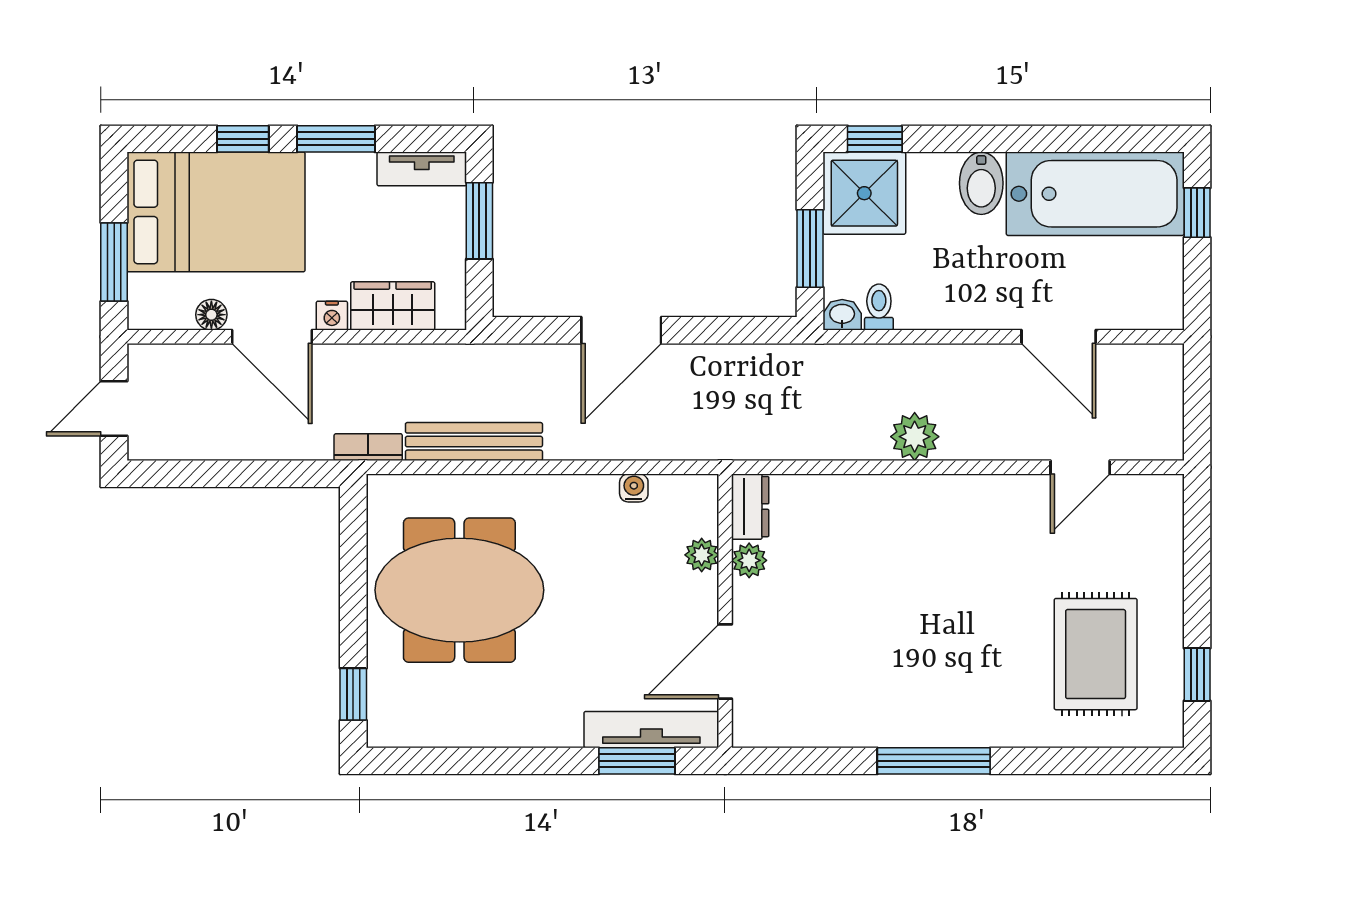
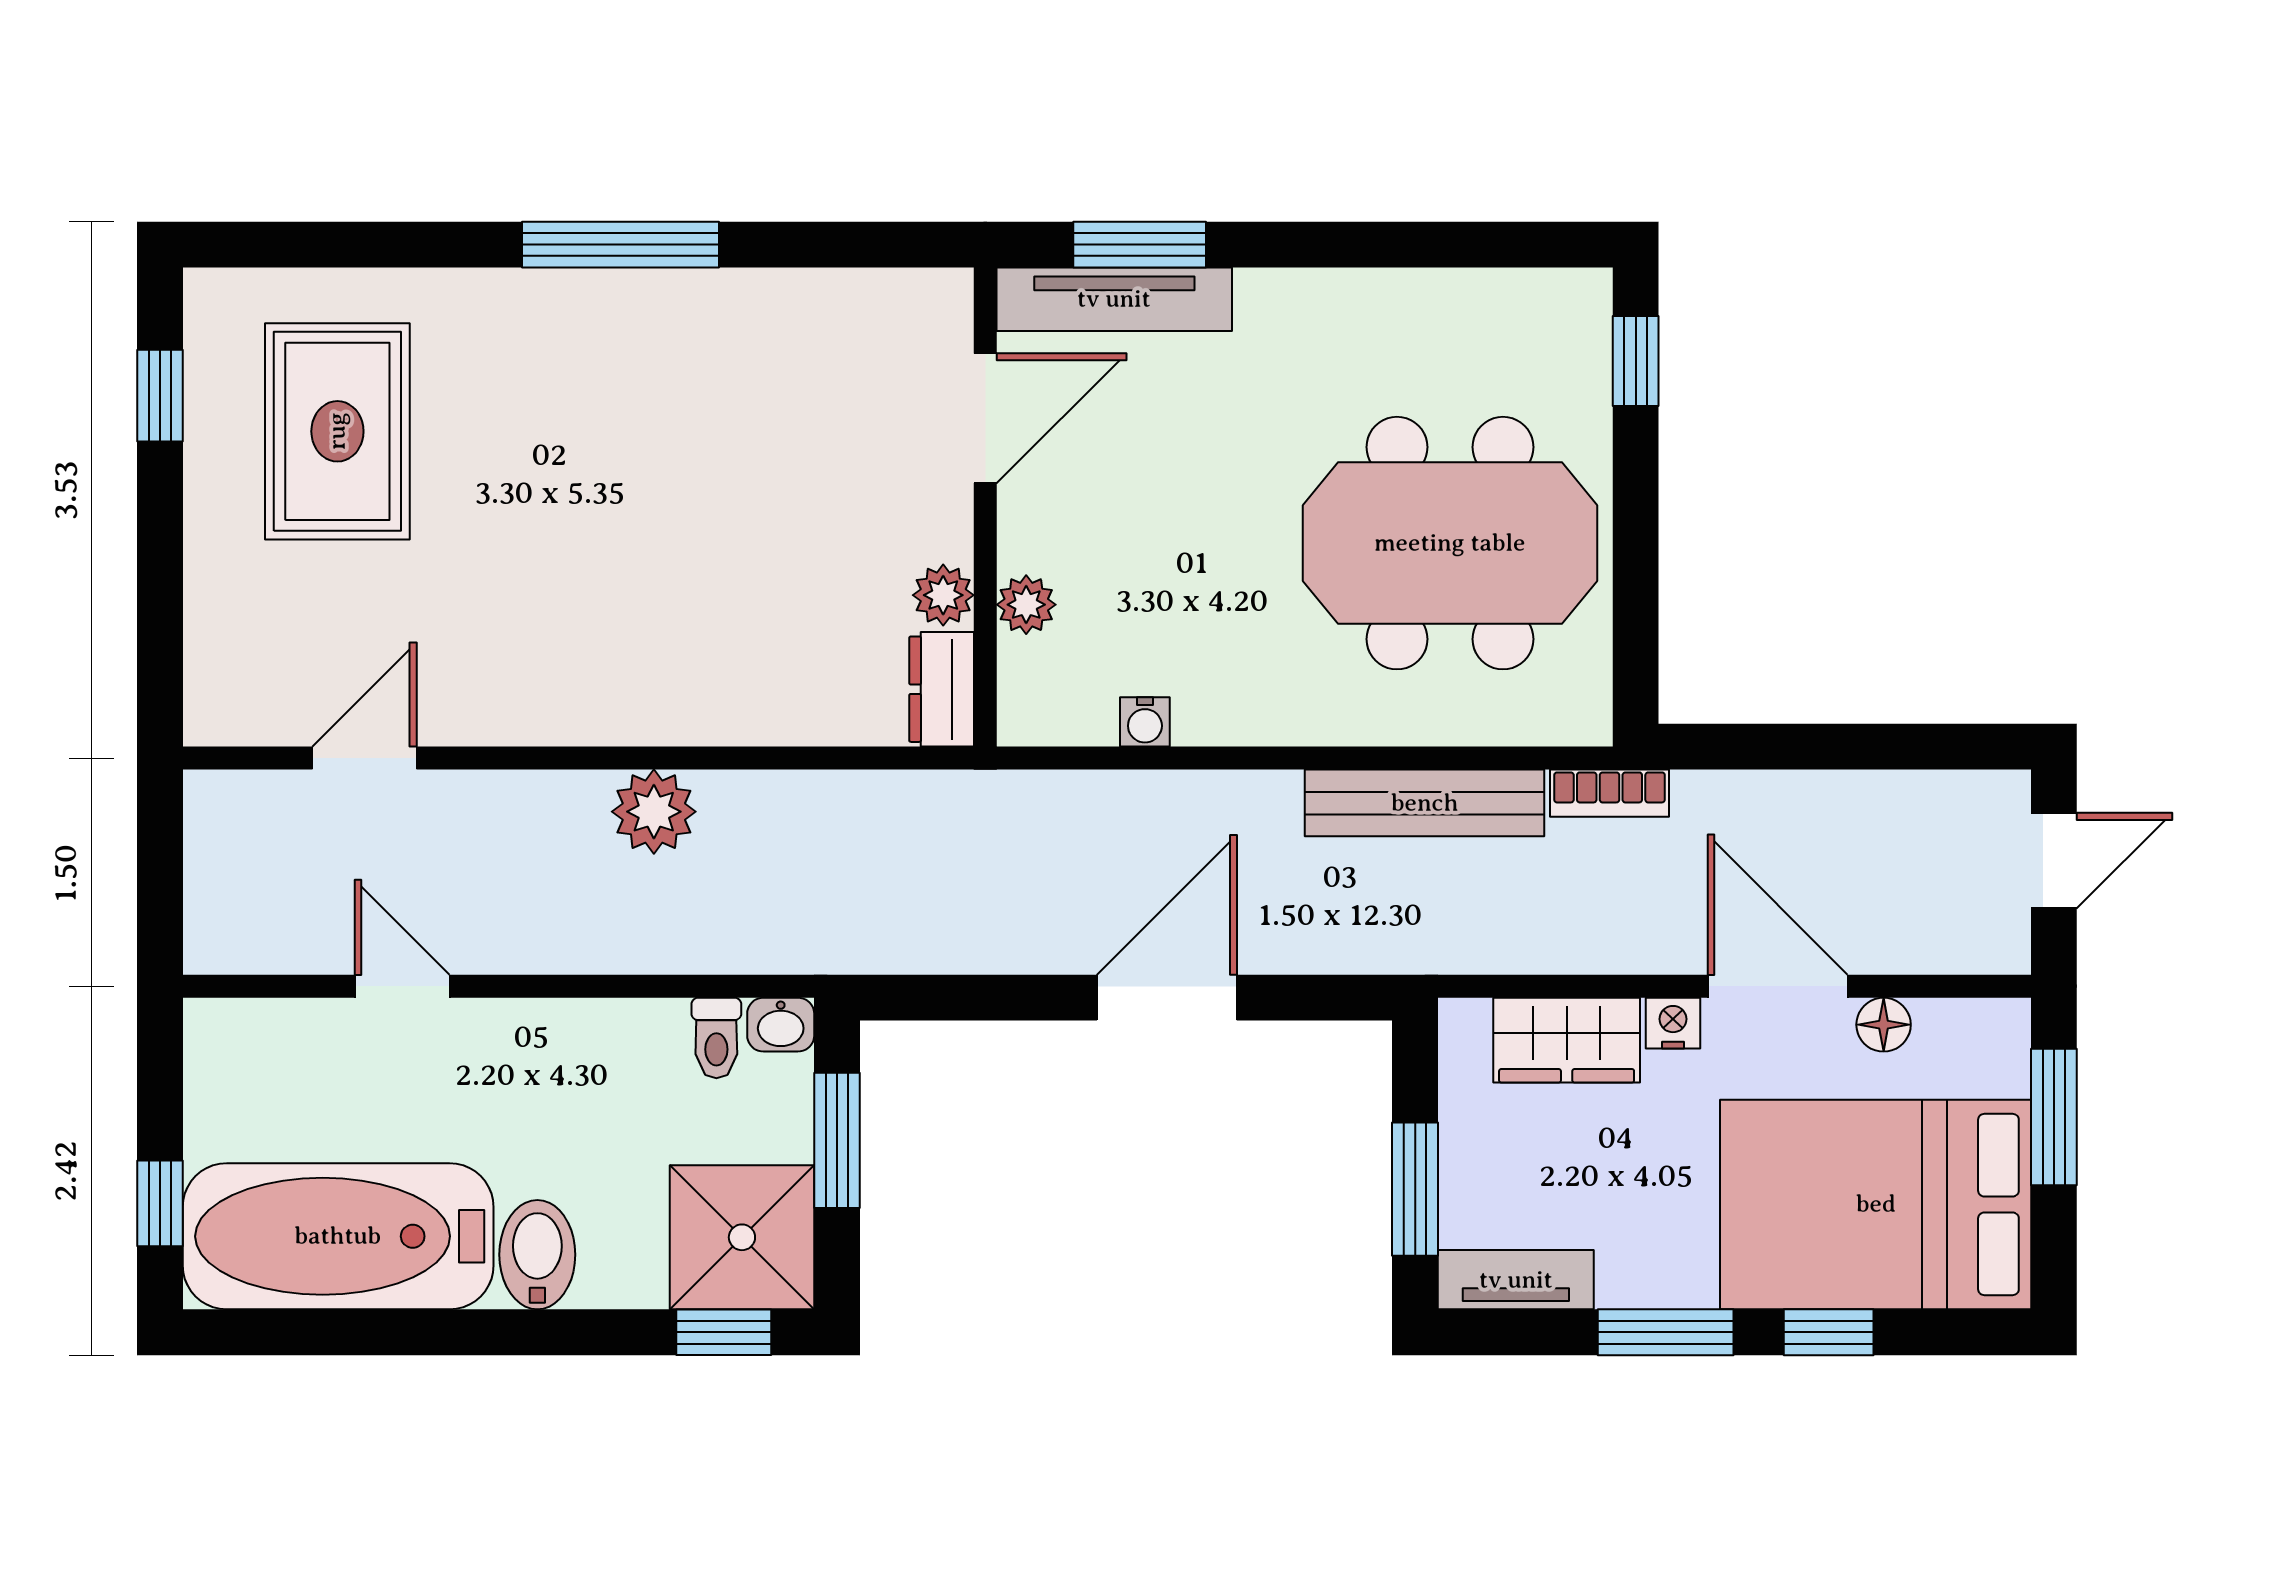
door: (1059, 337) -> (402, 986), width x0.73

